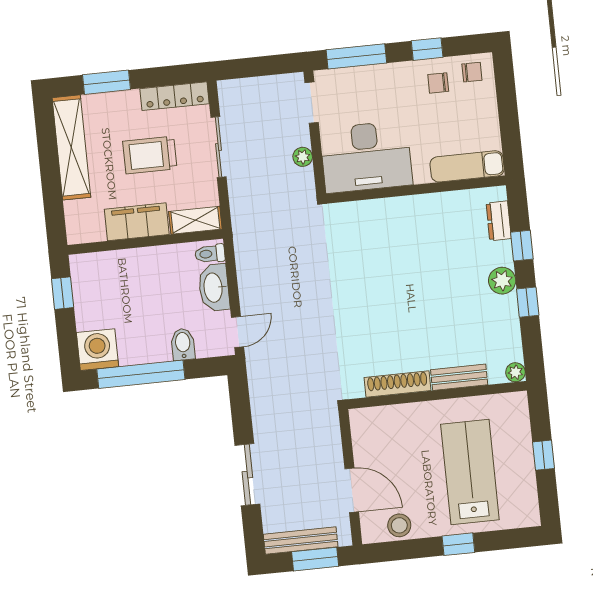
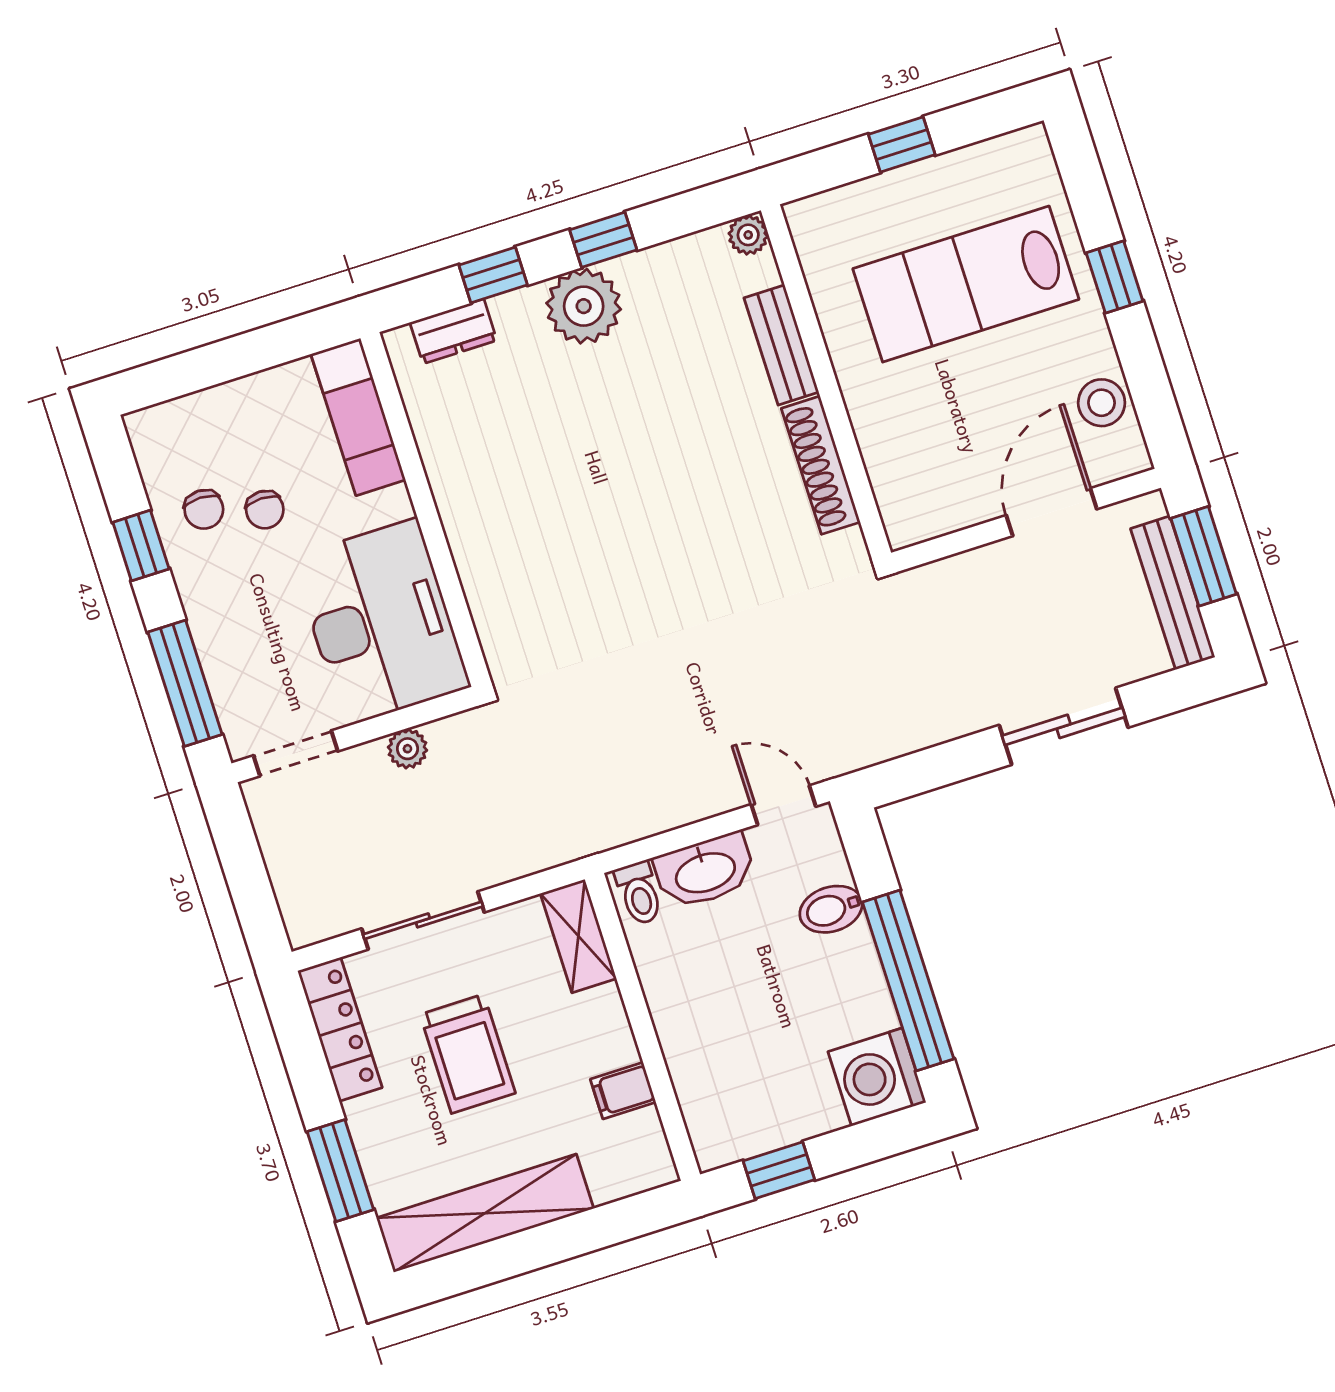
chair: (472, 72) -> (265, 510), moved, turned 180
filing cabinet: (137, 222) -> (623, 1091), width x0.33, depth x0.86
plant: (502, 281) -> (584, 306), width x1.36, depth x1.36

